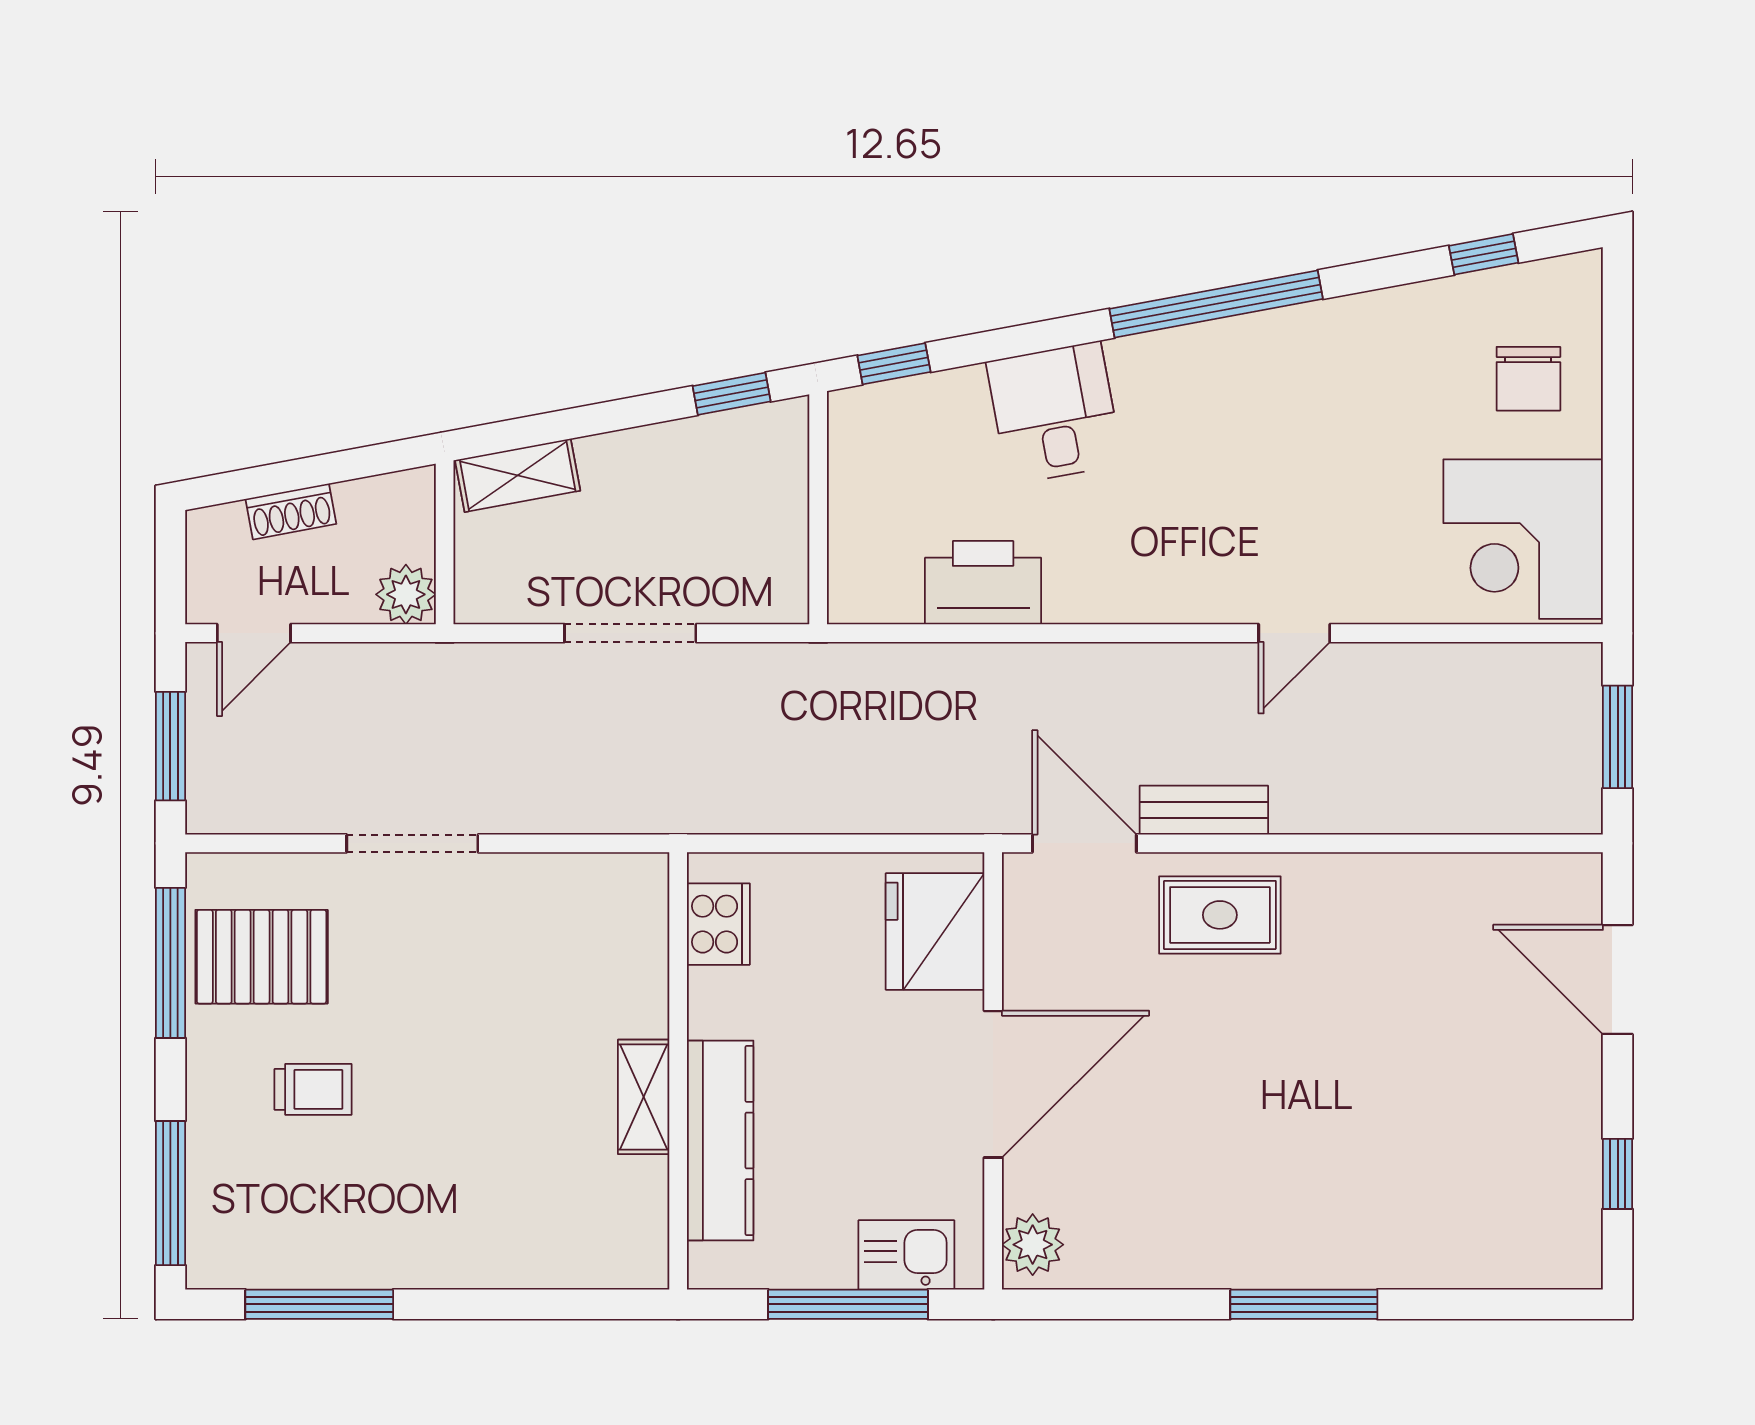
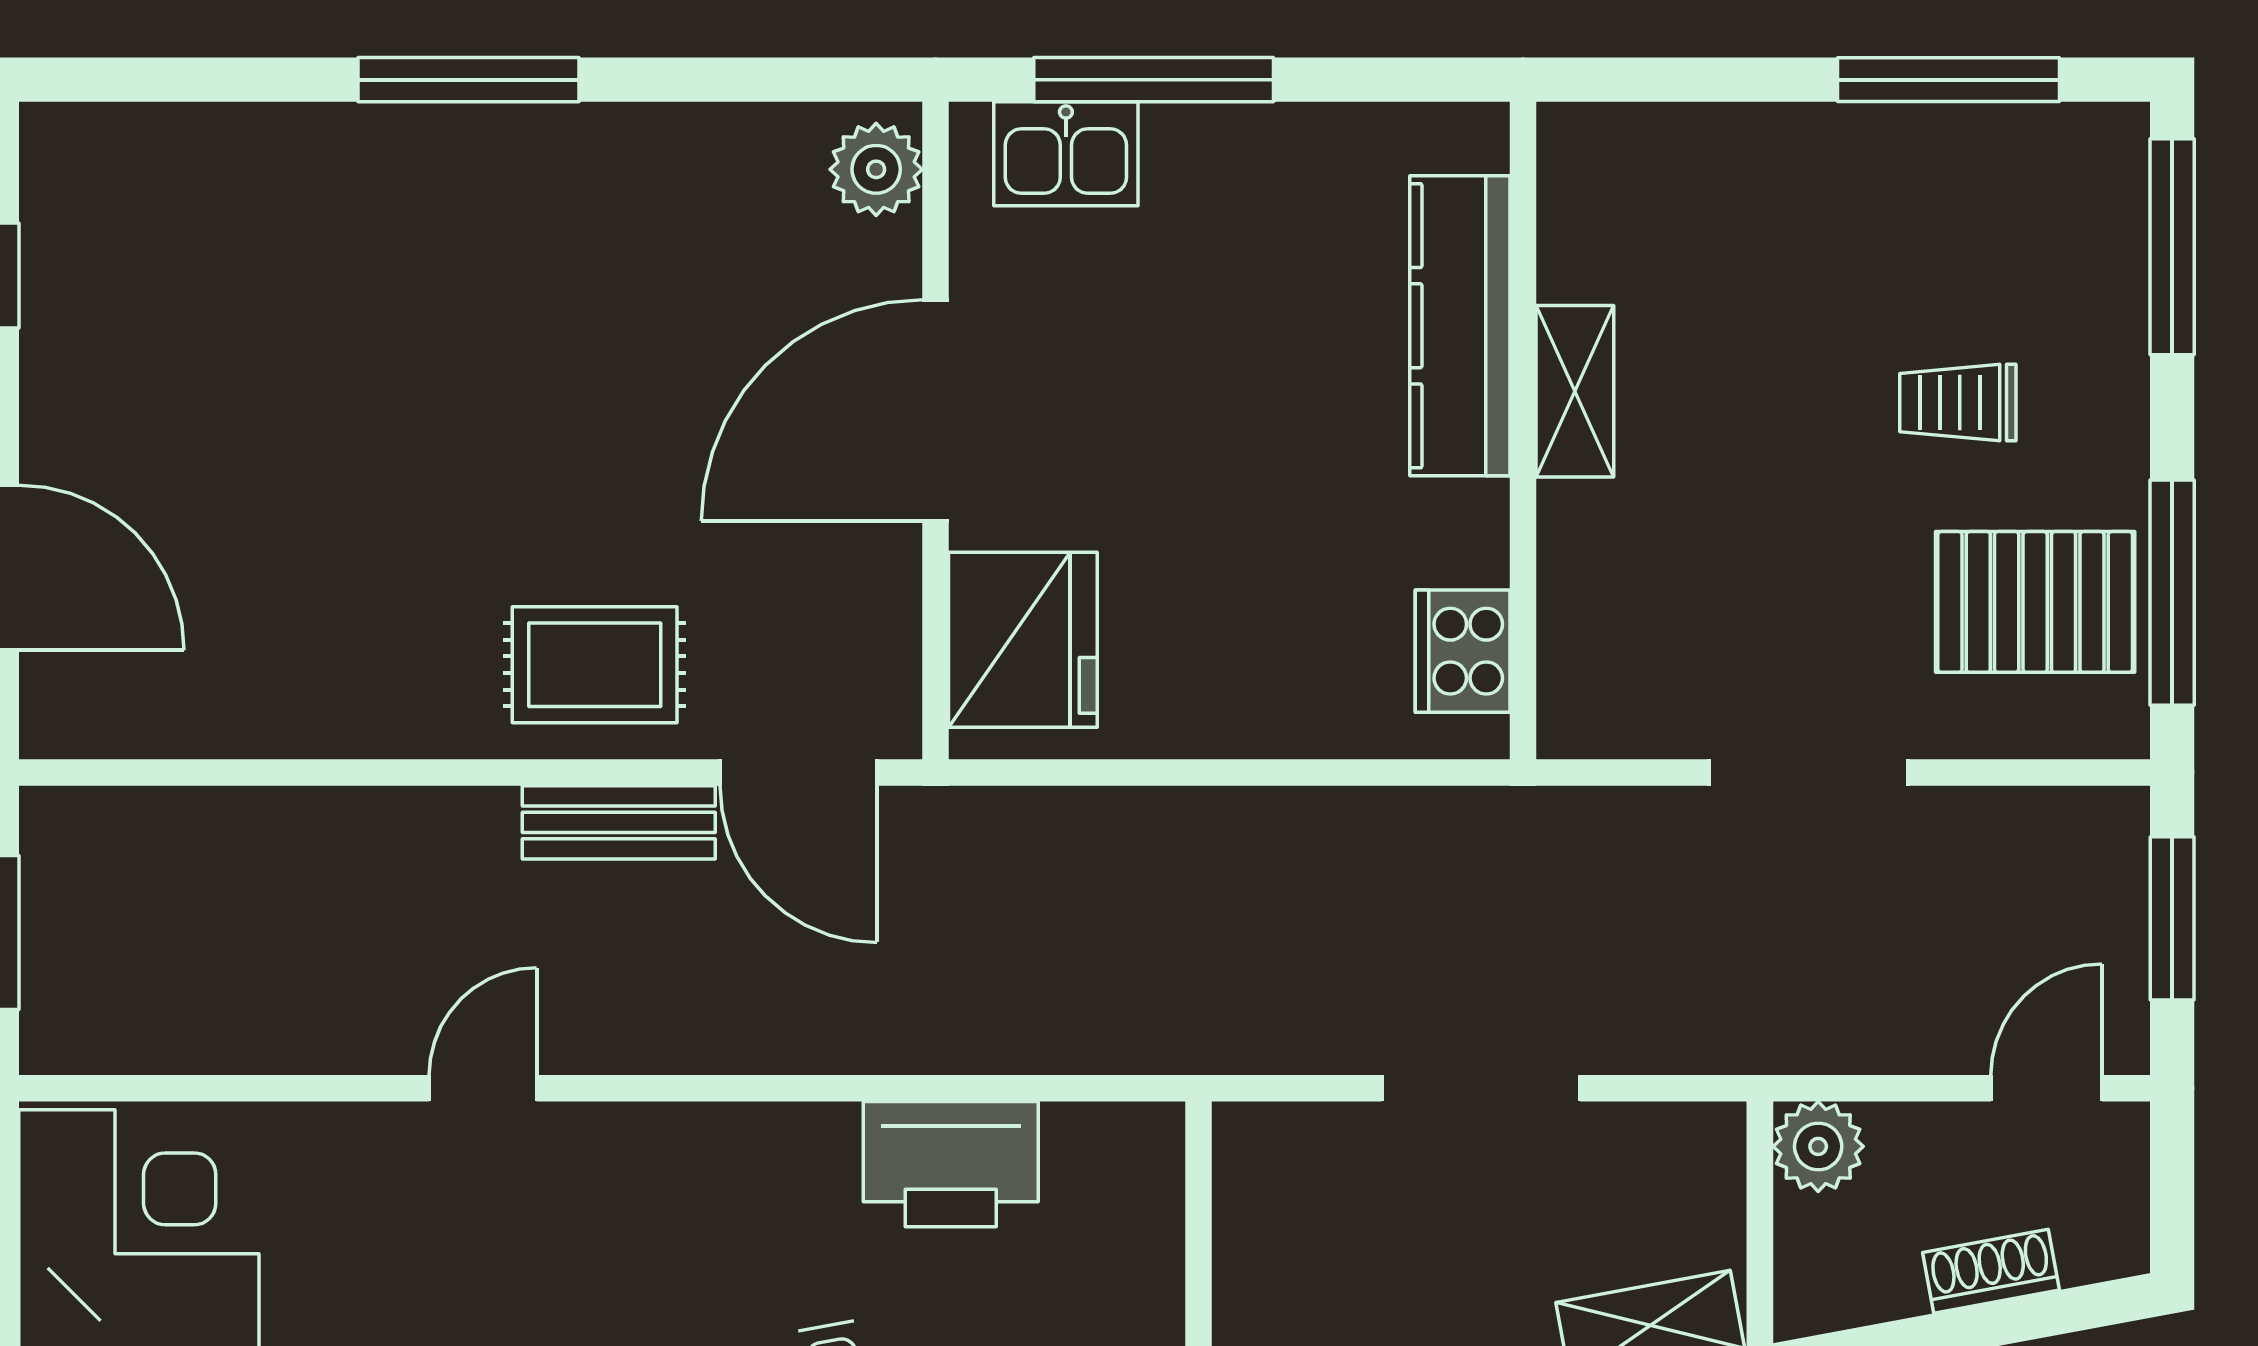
cooker: (718, 924) -> (1463, 651), moved
wall: (678, 1071) -> (1523, 430), moved
shelving: (644, 1097) -> (1575, 391), moved
kitchen counter: (720, 1140) -> (1460, 326), moved

